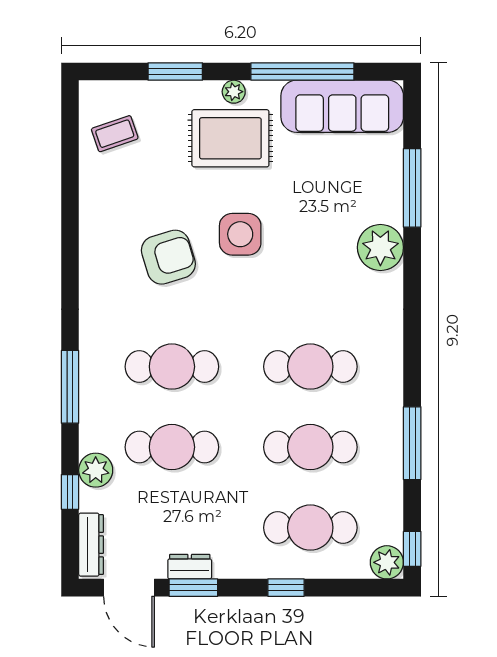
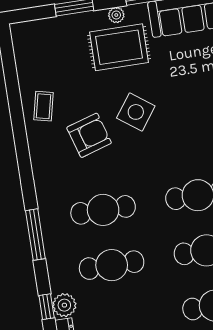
coffee table: (115, 134) -> (44, 106), moved, turned -58
side table: (240, 234) -> (136, 112), turned 36
plant: (96, 470) -> (64, 305), moved

